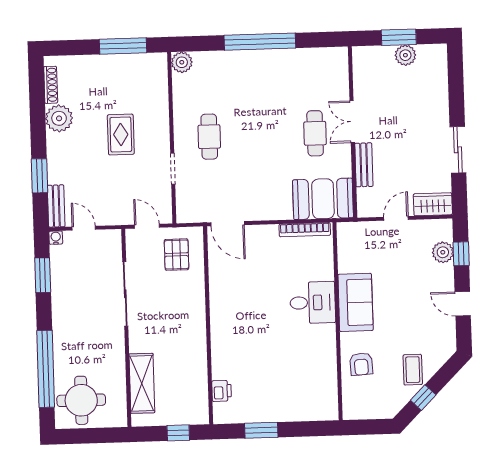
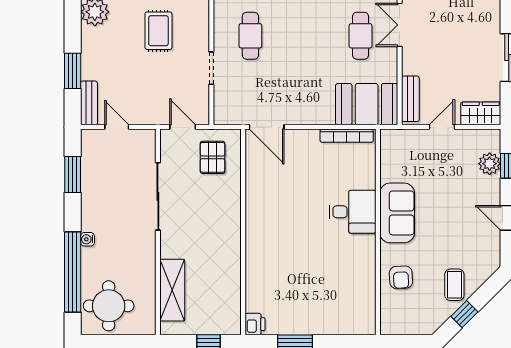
bench: (364, 165) -> (410, 99), moved
water cooler: (56, 238) -> (87, 239), moved, turned -90
printer: (222, 391) -> (255, 324), moved

